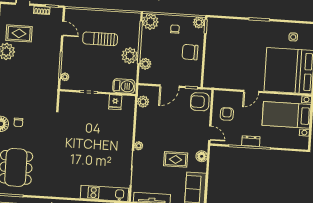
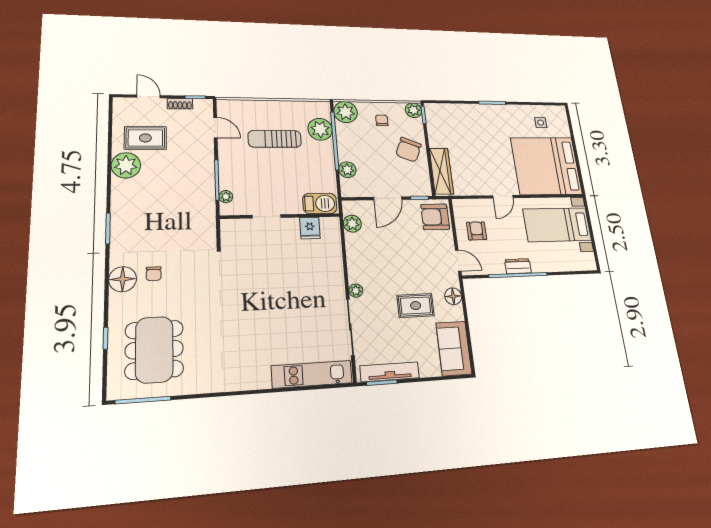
chair: (190, 52) -> (409, 150), turned -69
plant: (130, 56) -> (320, 129), moved
wardrobe: (211, 69) -> (441, 171), added

